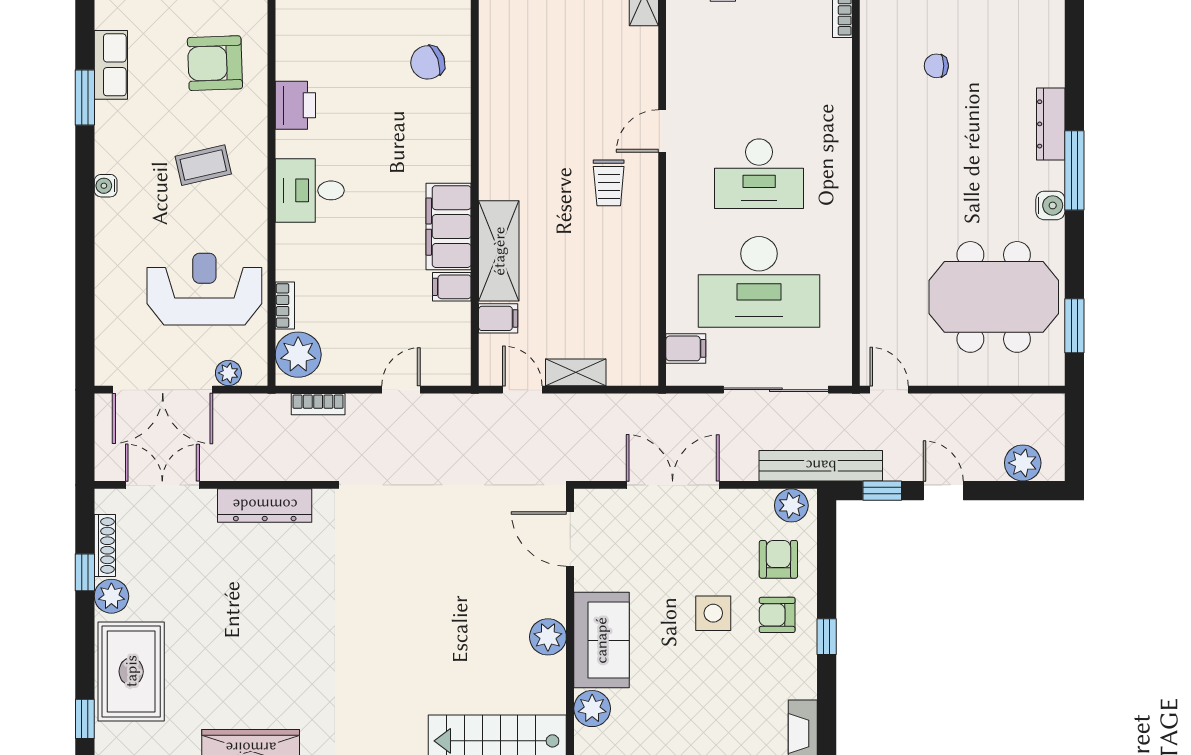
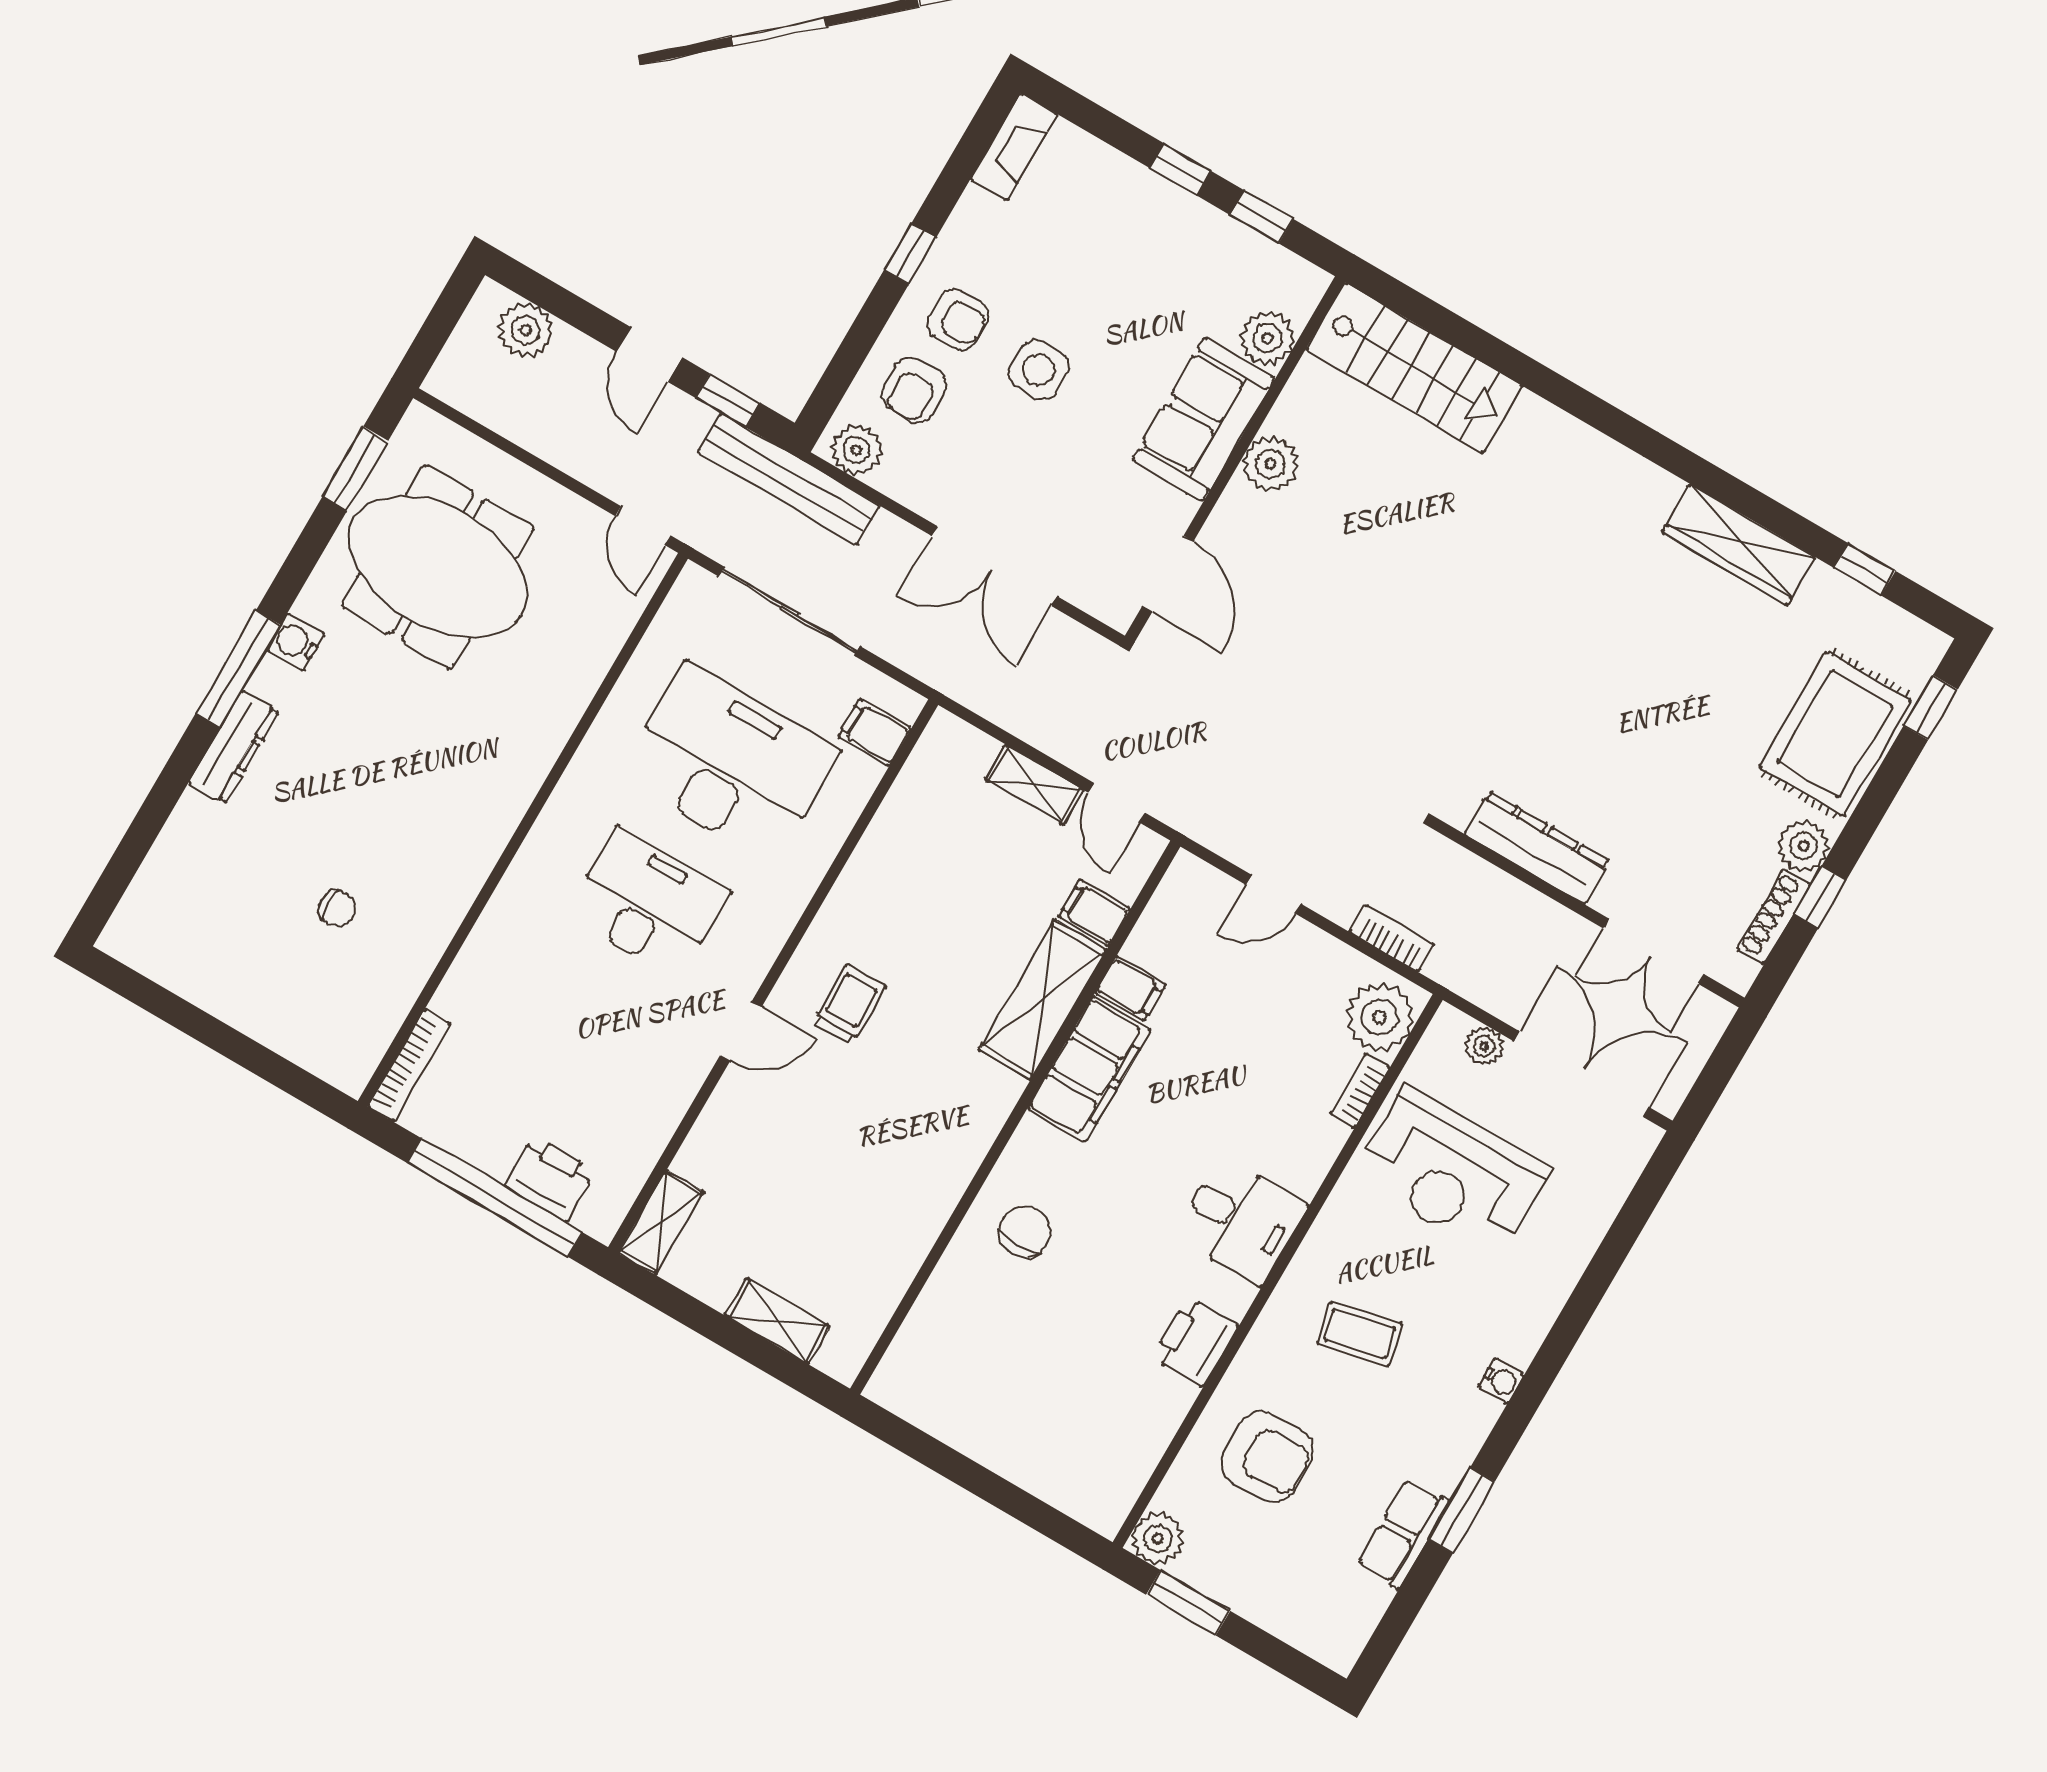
chair: (428, 62) -> (1025, 1232), moved, turned -70

